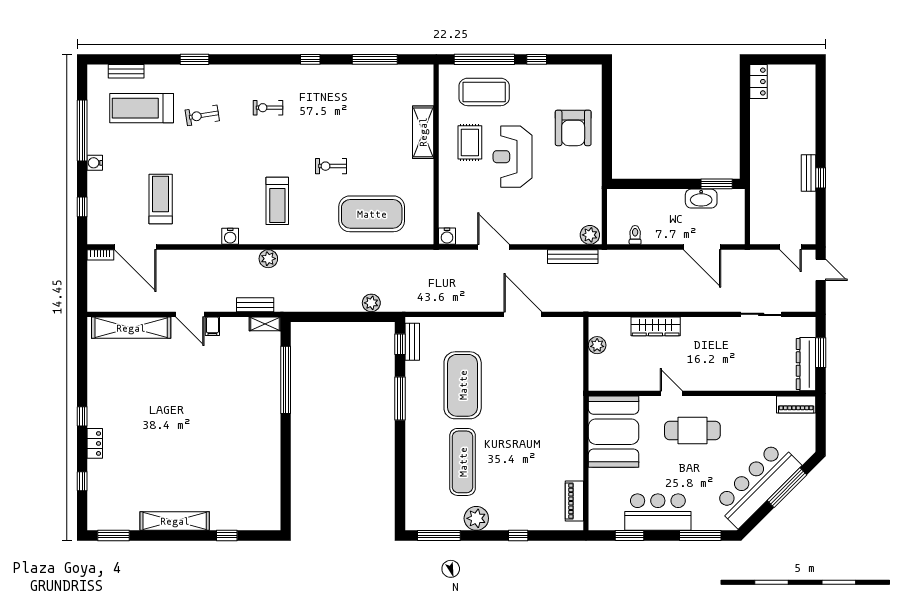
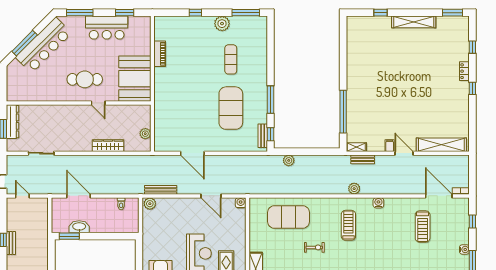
piano: (796, 405) -> (19, 96), removed
exercise mat: (463, 462) -> (231, 59), width x0.73, depth x0.69
piano: (574, 501) -> (160, 54), moved

